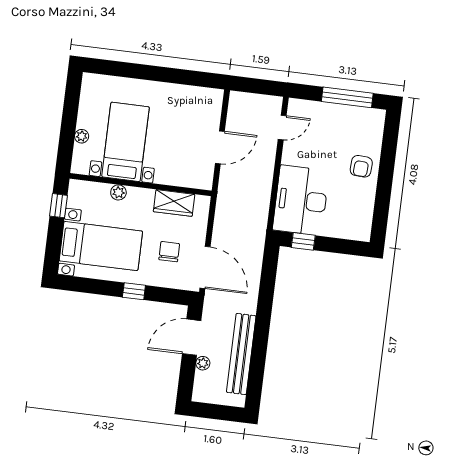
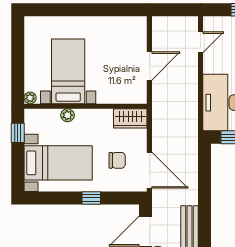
plant: (82, 136) -> (30, 98), moved
wardrobe: (174, 203) -> (130, 118), moved
chair: (169, 252) -> (117, 160), turned 90

